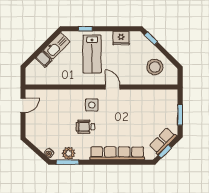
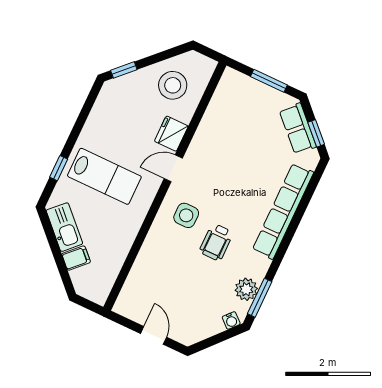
fridge: (121, 38) -> (171, 134), moved, turned 180
door: (23, 105) -> (154, 335), moved

